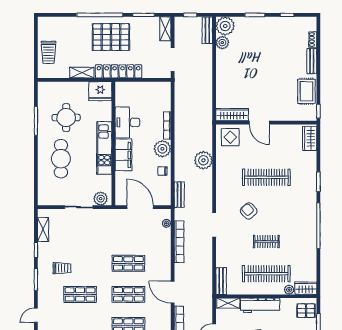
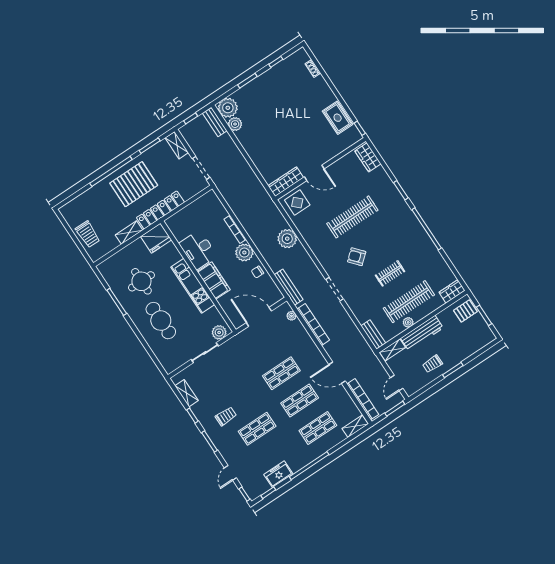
bench: (312, 61) -> (325, 88), removed
bench: (179, 195) -> (289, 287), width x1.36
plant: (289, 290) -> (408, 322), moved

